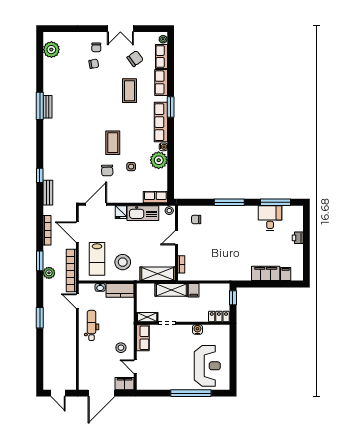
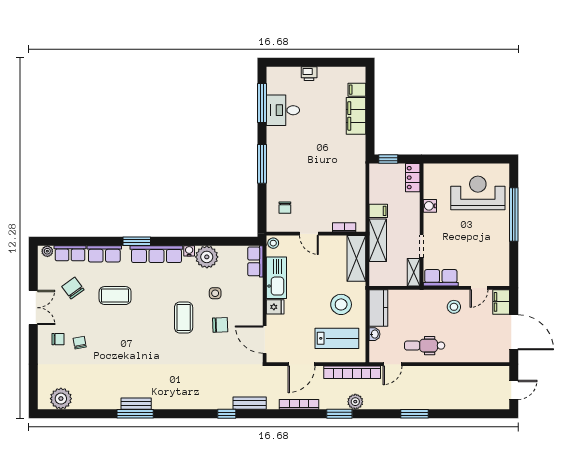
coffee table: (113, 143) -> (184, 318), turned 90

